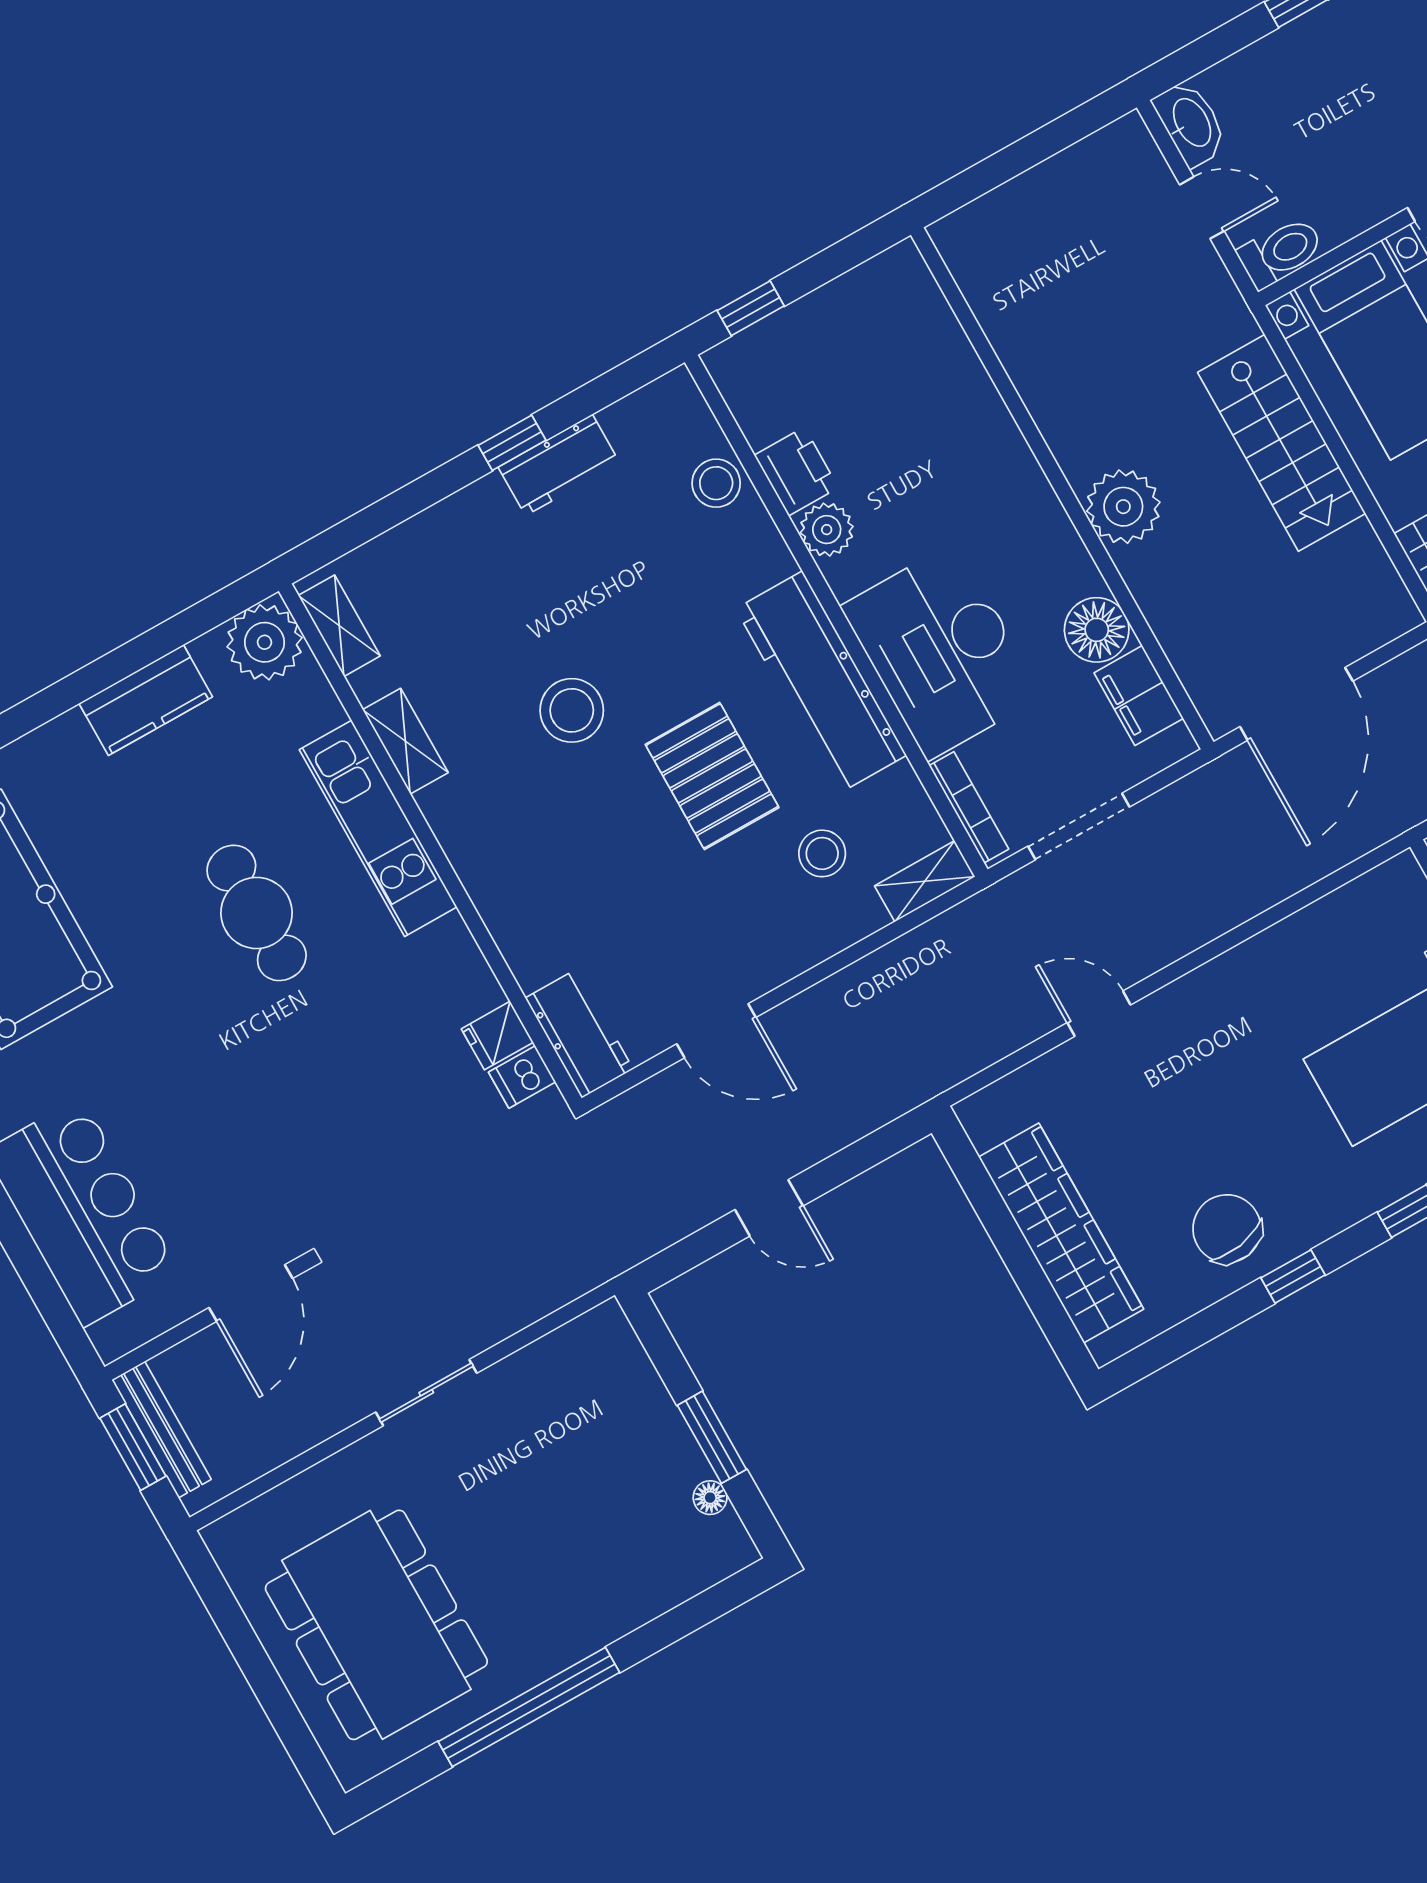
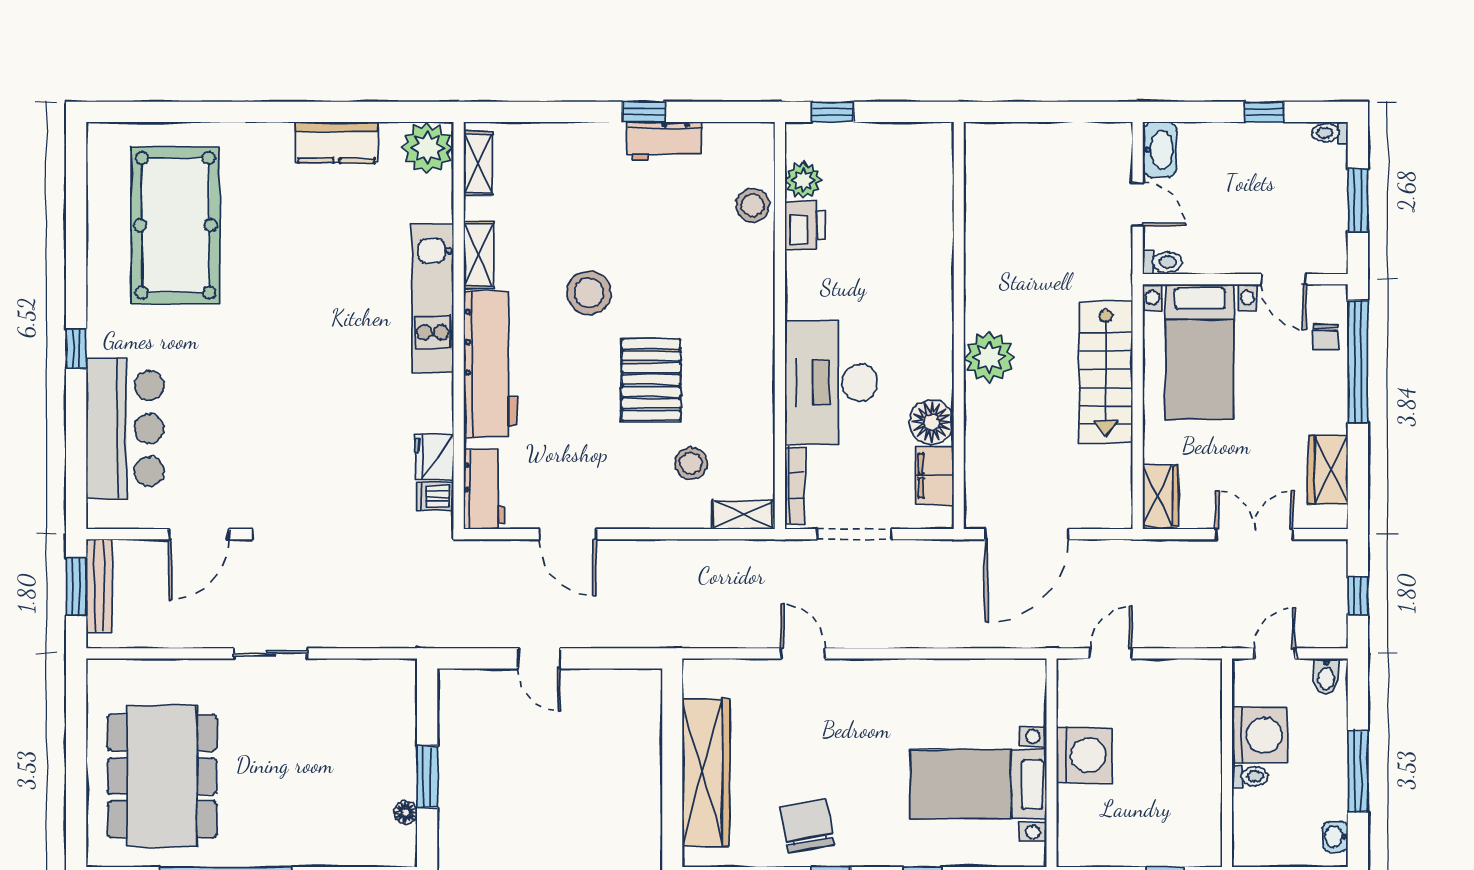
toilet: (1281, 252) -> (1162, 262), width x0.73, depth x0.72
plant: (827, 530) -> (803, 180), moved
workbench: (821, 682) -> (490, 364), moved, turned 180
cafe table: (257, 913) -> (331, 308), removed
fridge: (497, 1036) -> (434, 457), width x1.38

